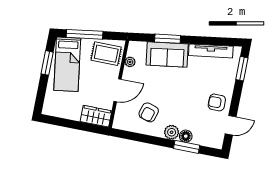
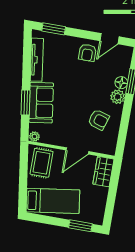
window: (85, 34) -> (23, 184), removed
plant: (130, 62) -> (34, 136), moved
window: (47, 63) -> (80, 226), moved
door: (118, 90) -> (77, 151), swing flipped
door: (231, 125) -> (110, 39), swing flipped

